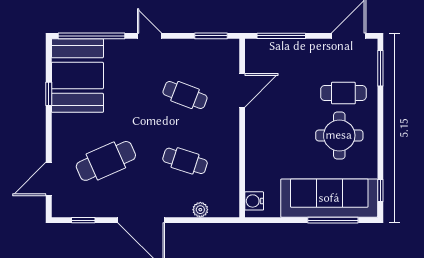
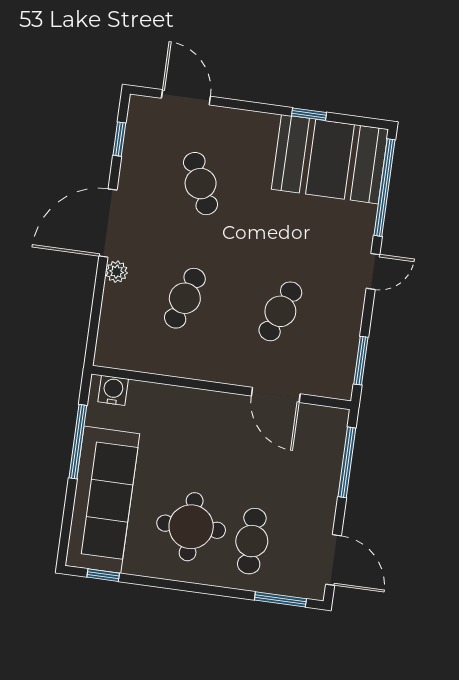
cafe table: (106, 161) -> (201, 184), width x0.73, depth x0.74
plant: (200, 210) -> (117, 272), moved
window: (333, 220) -> (78, 442), moved

